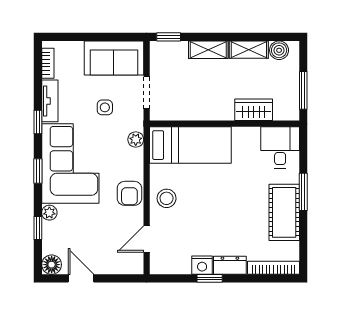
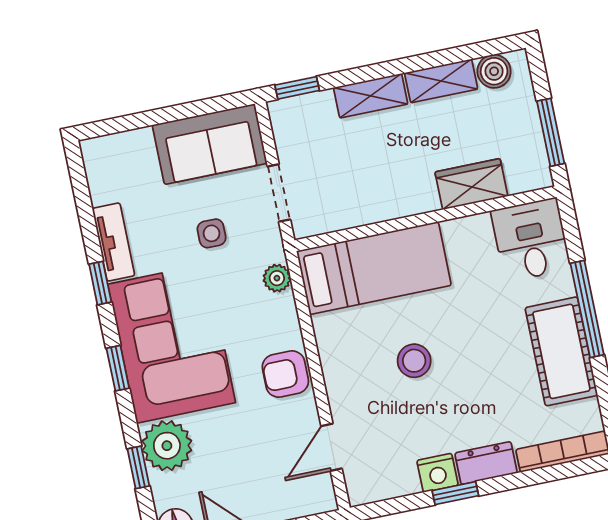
bookcase: (48, 63) -> (96, 177), removed
window: (303, 192) -> (587, 309), width x1.44
armchair: (129, 193) -> (285, 374), turned 90
stool: (167, 198) -> (414, 361), moved
plant: (49, 213) -> (167, 446), width x1.87, depth x1.87

